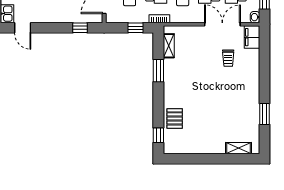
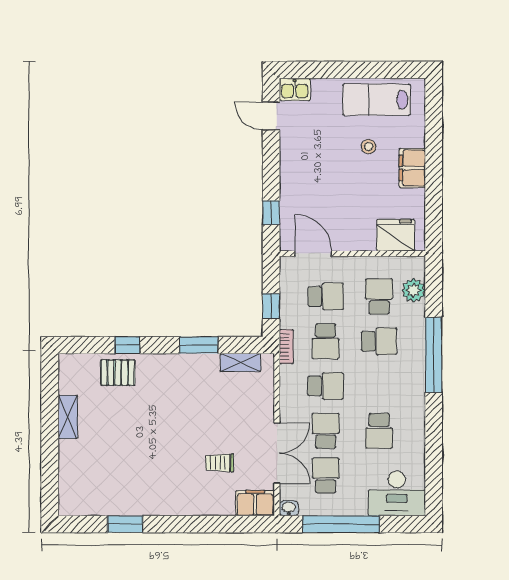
door: (23, 28) -> (271, 116), hinge flipped
window: (158, 135) -> (127, 345), moved
shelving: (239, 148) -> (68, 417), moved

